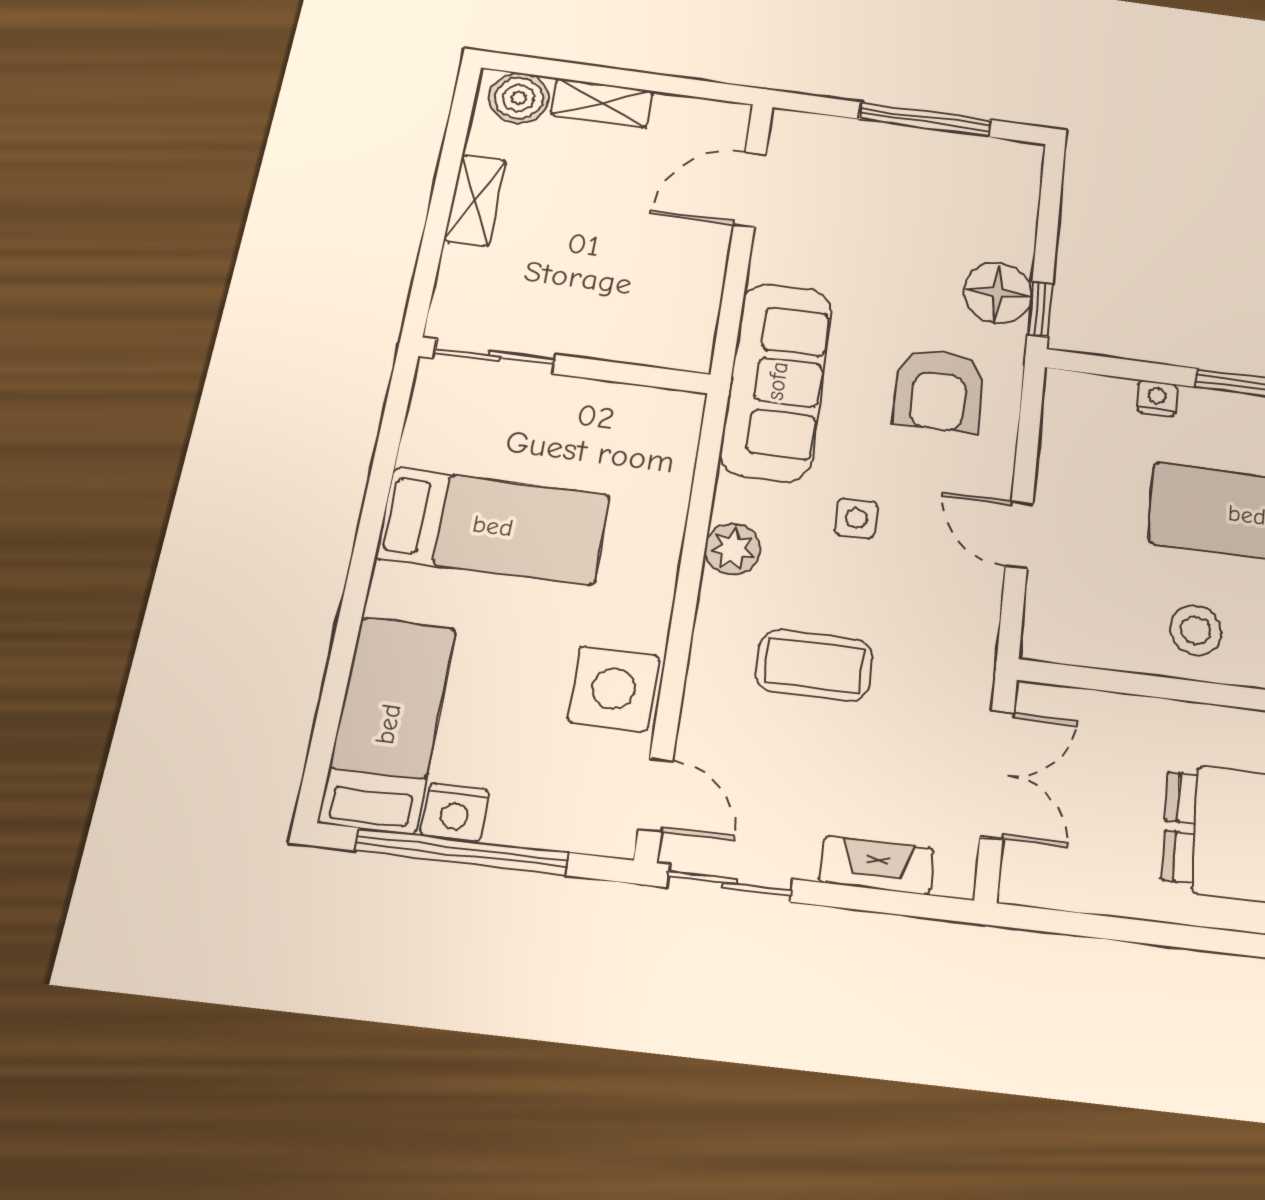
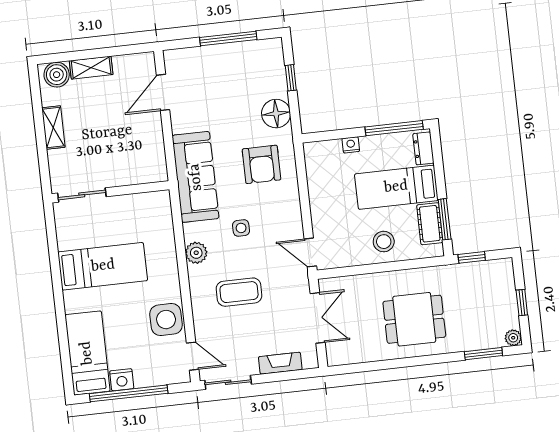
window: (1040, 309) -> (291, 78), moved
door: (1019, 535) -> (310, 253), moved

